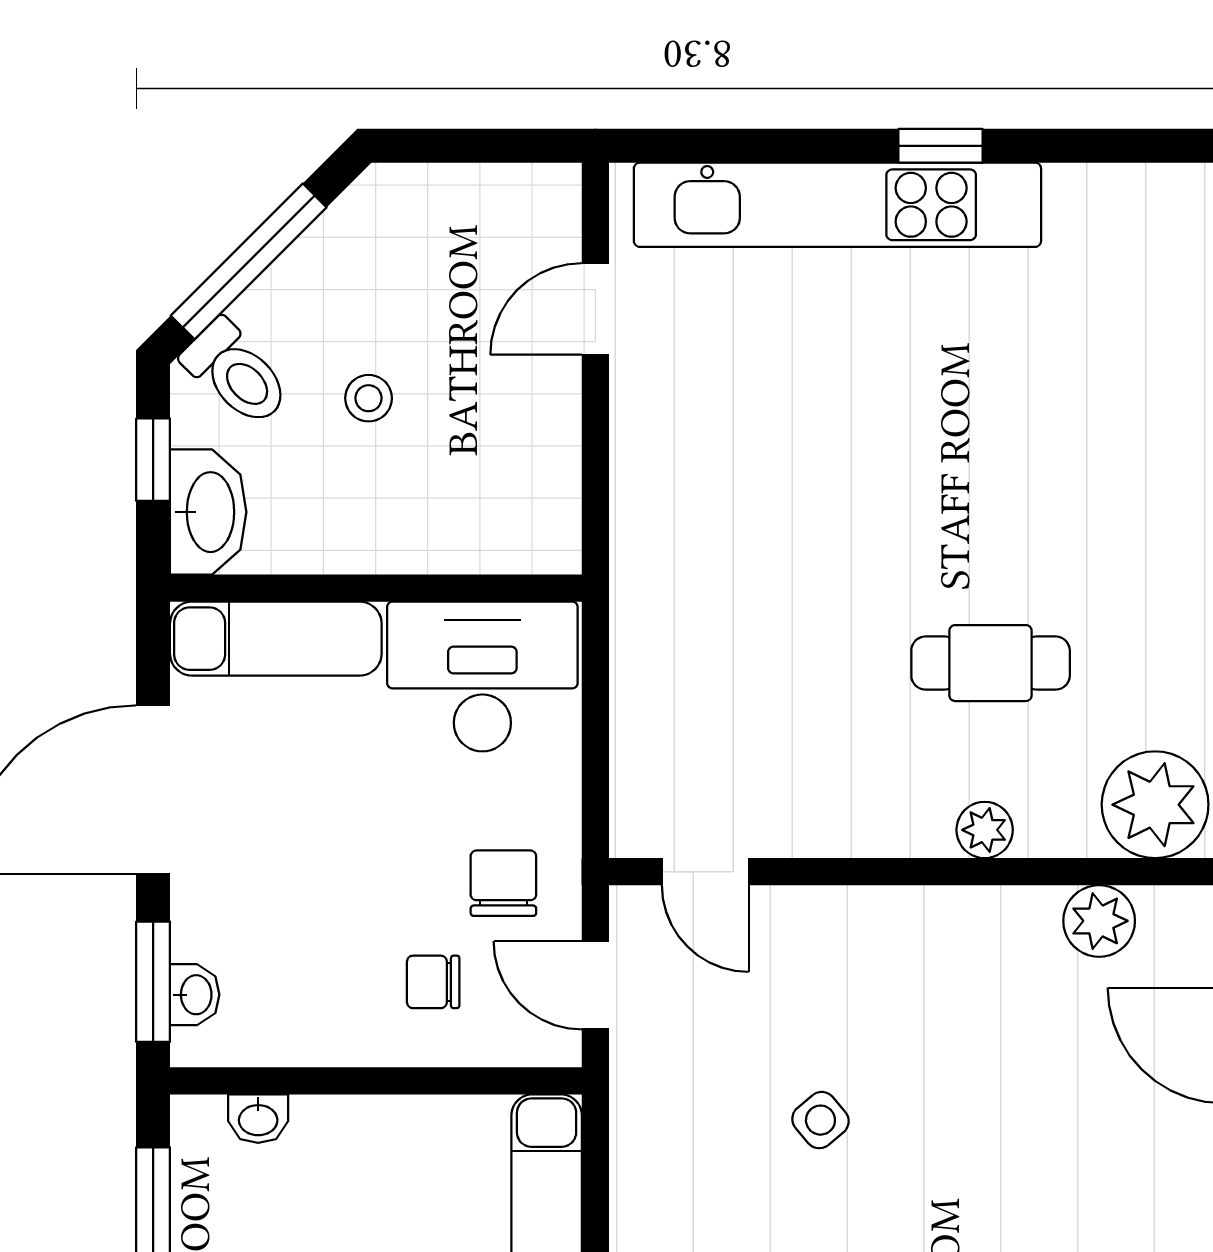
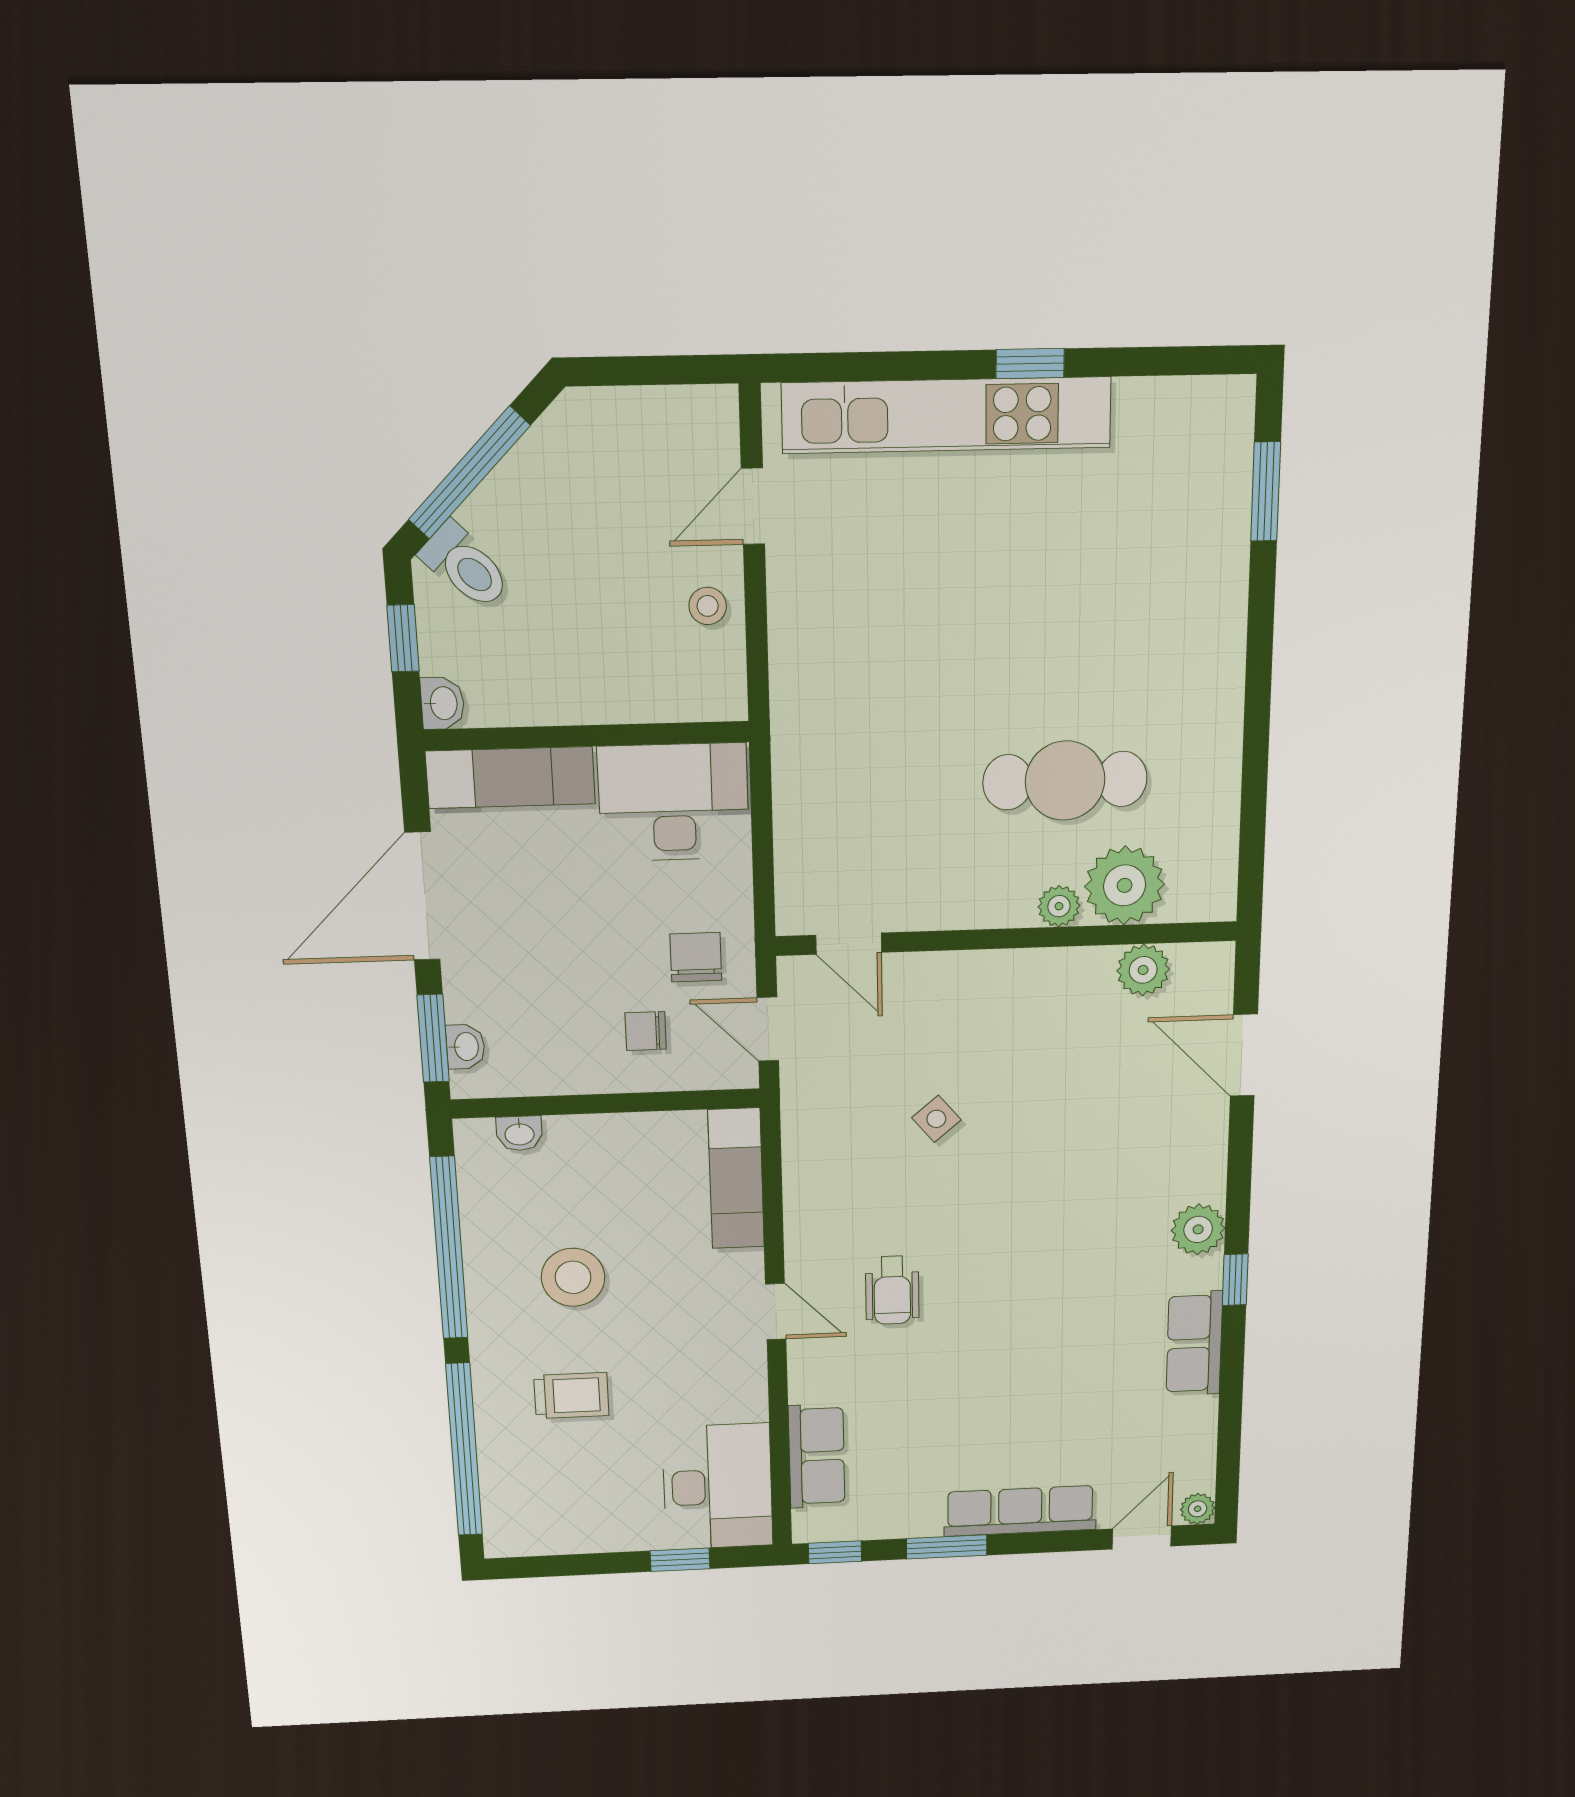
stool: (369, 398) -> (708, 606), moved
washbasin: (208, 512) -> (443, 703), width x0.52, depth x0.69
cafe table: (991, 663) -> (1065, 781), width x1.37, depth x1.35
plant: (1155, 805) -> (1125, 885), moved

